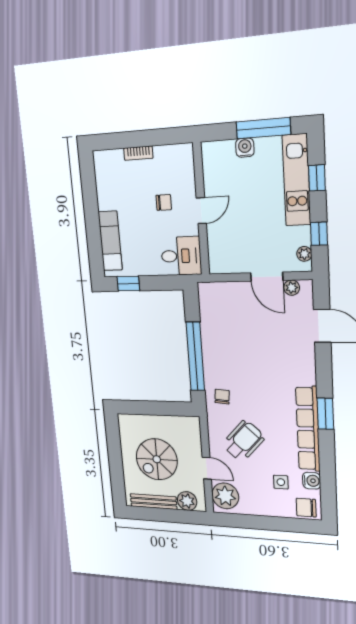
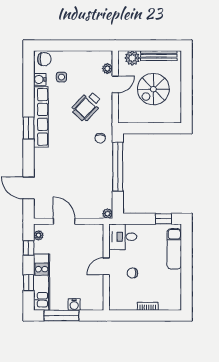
plant: (292, 288) -> (108, 214), moved
spiral stairs: (157, 459) -> (153, 89), turned 180
door: (207, 468) -> (115, 84), swing flipped
plant: (225, 496) -> (107, 69), width x0.53, depth x0.53

